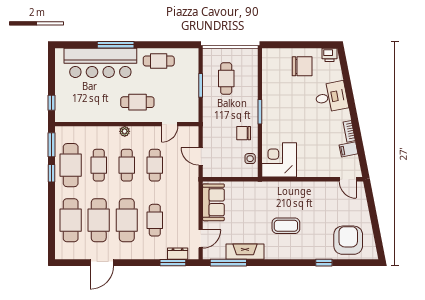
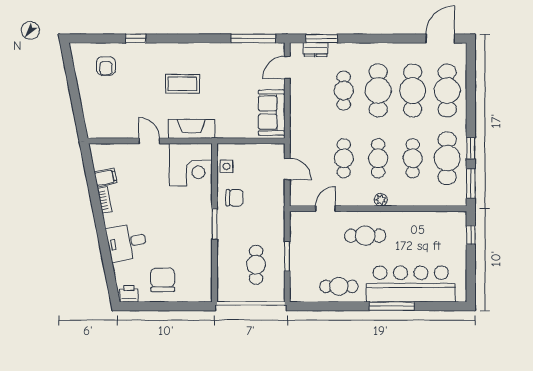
chair: (302, 66) -> (163, 280), turned 90
door: (348, 179) -> (149, 141), moved
armchair: (348, 240) -> (106, 66), width x0.53, depth x0.53
fireplace: (245, 252) -> (191, 129), moved, turned 180
door: (102, 263) -> (440, 38), moved

